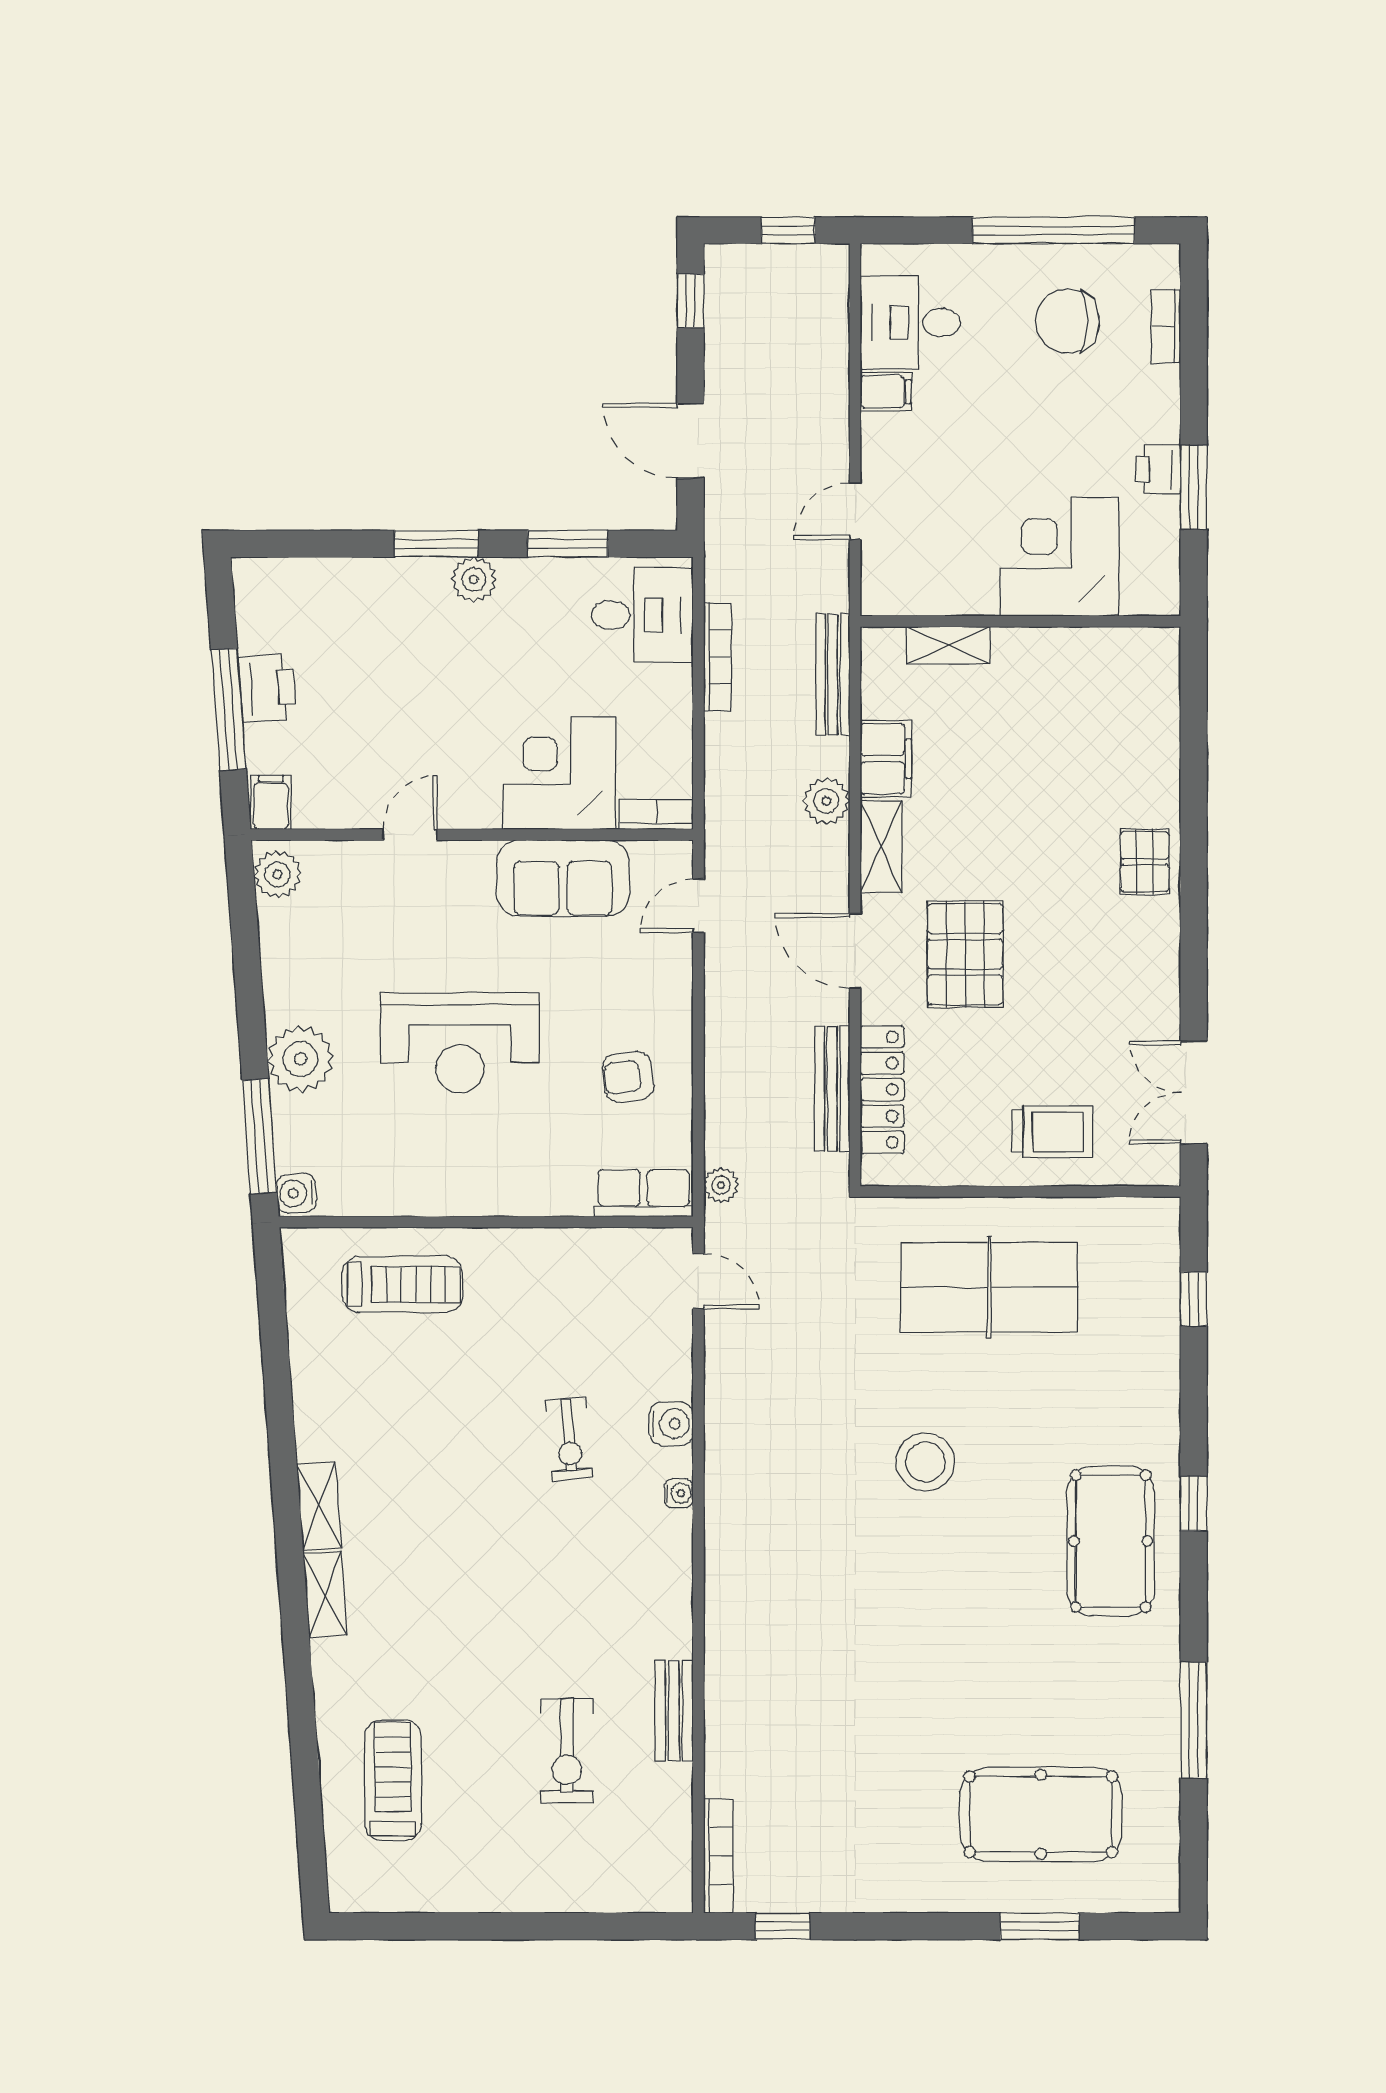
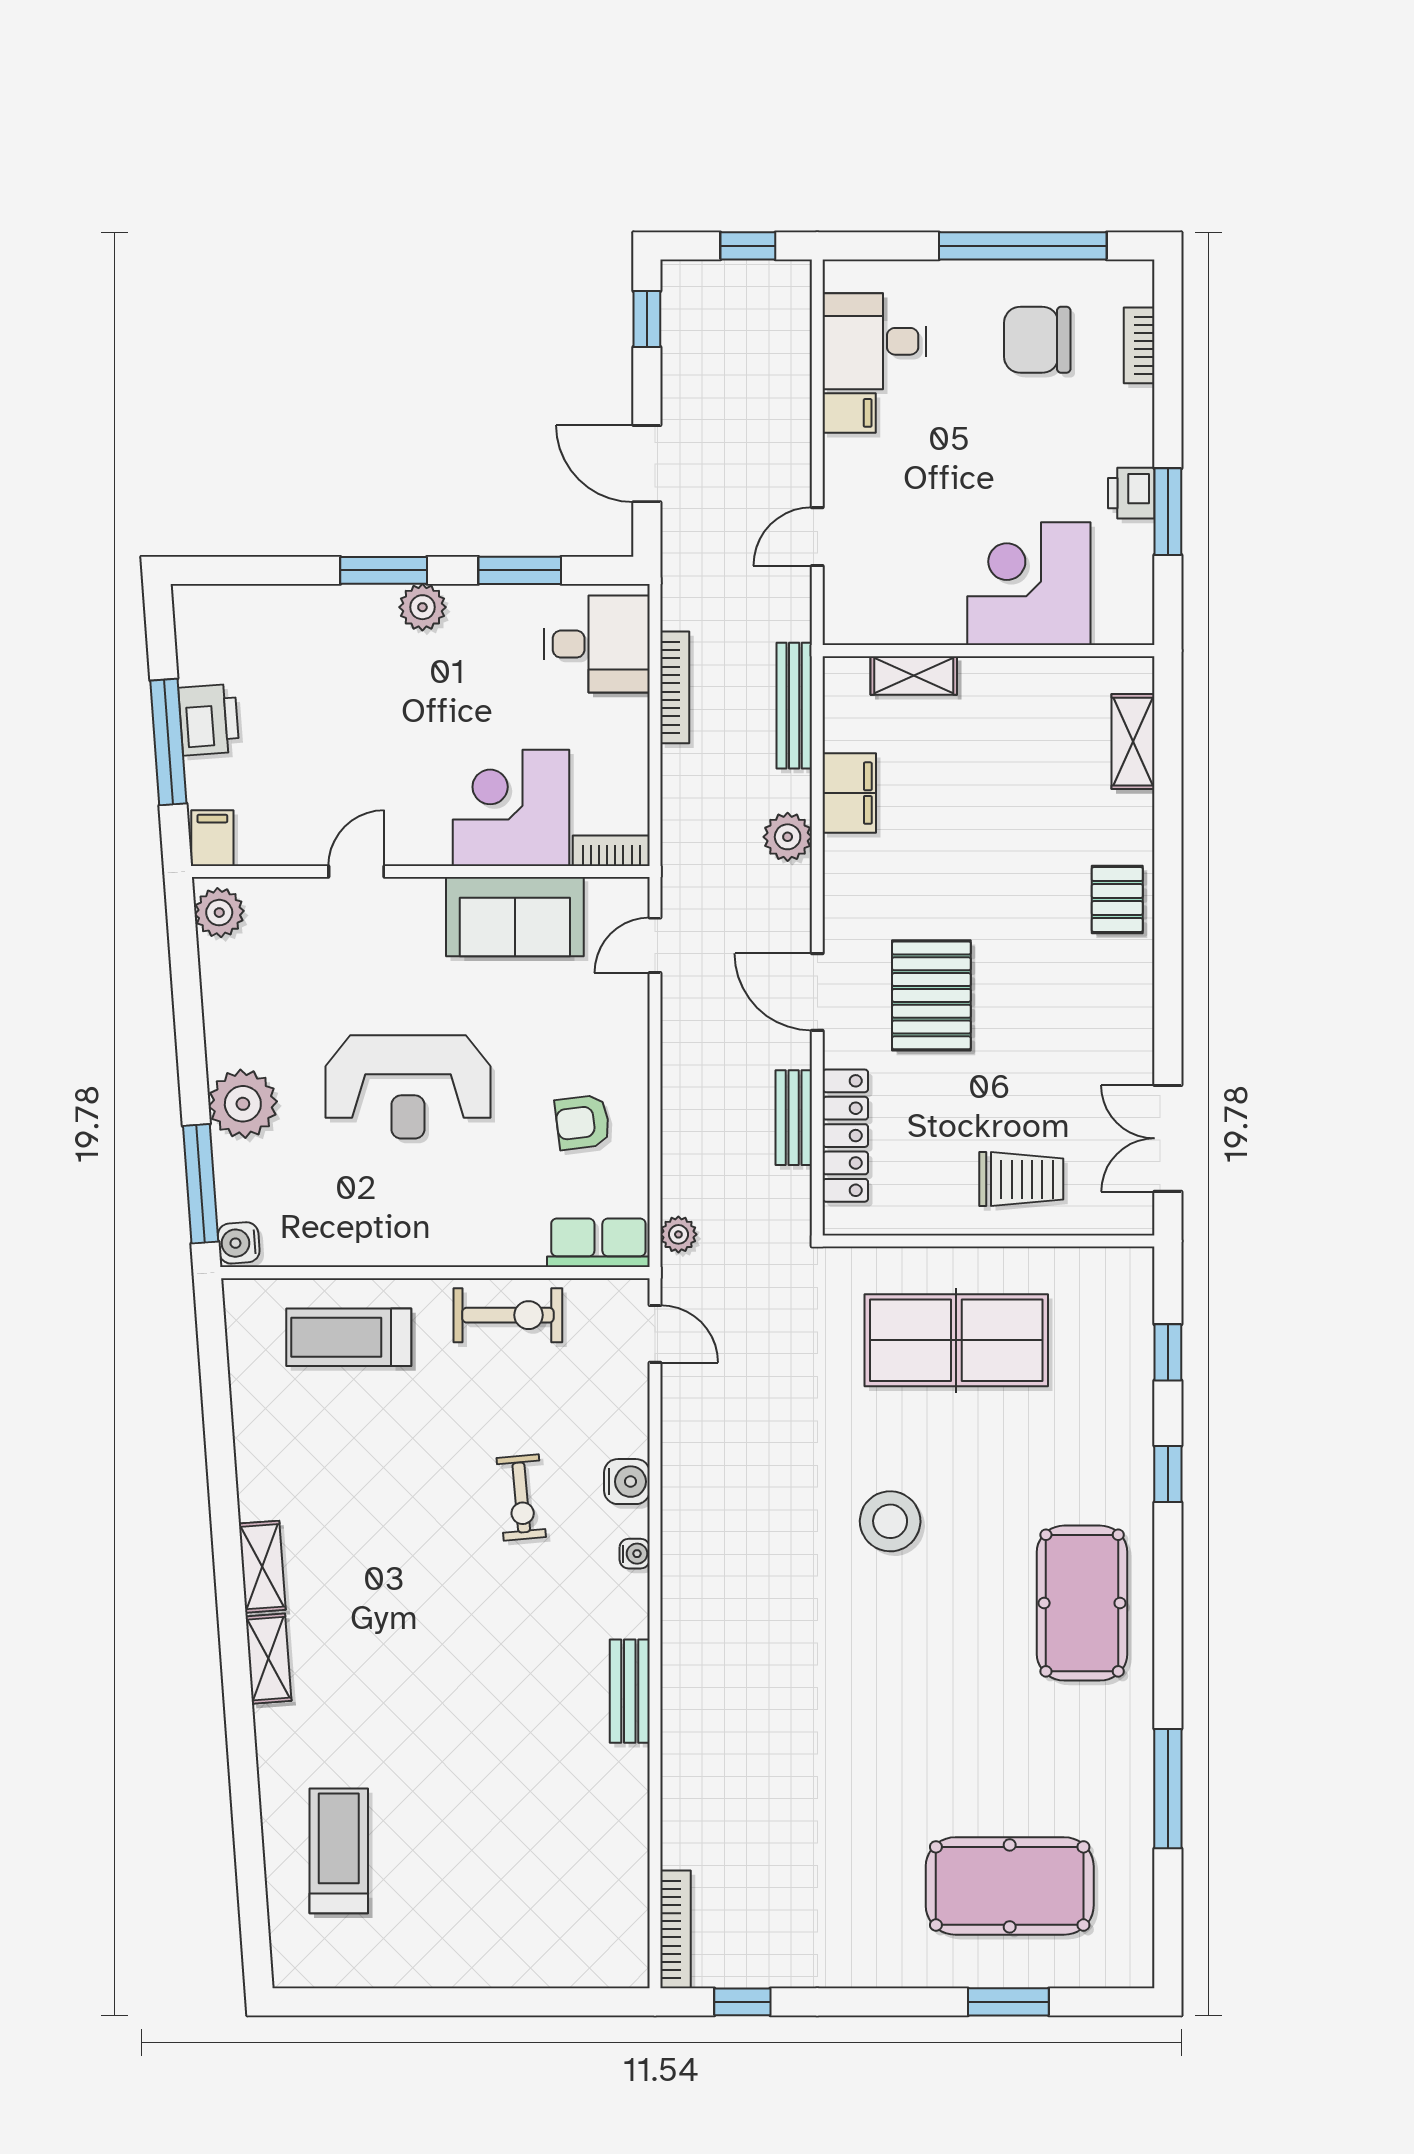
shelving: (881, 847) -> (1133, 742), moved
bench: (832, 1089) -> (794, 1118), width x0.73
treadmill: (403, 1284) -> (349, 1337), turned 180
window: (1194, 1504) -> (1168, 1474), moved
bench: (674, 1711) -> (630, 1691), moved
exercise bike: (567, 1751) -> (508, 1315), moved, turned -90

